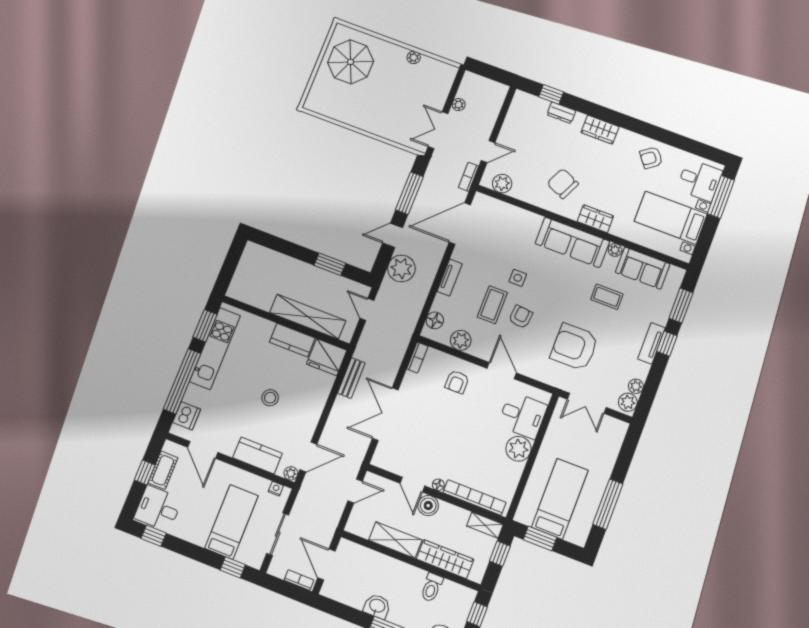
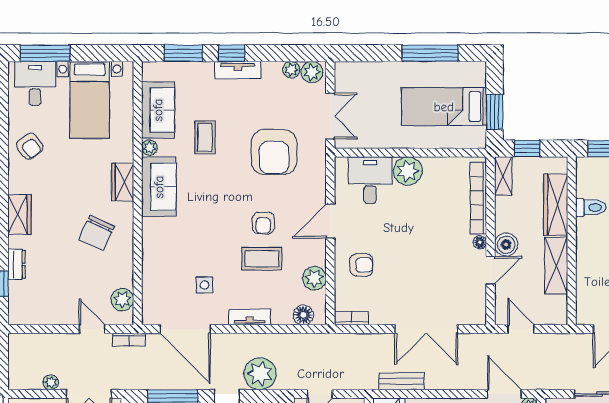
sofa: (572, 242) -> (159, 187), width x0.73
side table: (518, 278) -> (205, 285), moved
armchair: (521, 317) -> (263, 223), turned -96

